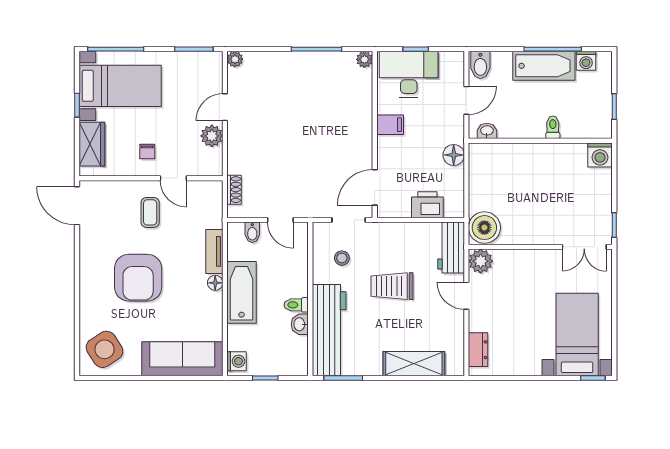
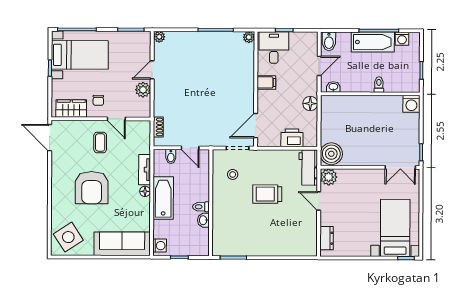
desk: (409, 74) -> (274, 48), width x0.73
wardrobe: (92, 144) -> (71, 108), moved, turned -90
workbench: (329, 330) -> (224, 224), removed
shelving: (414, 364) -> (282, 248), removed

